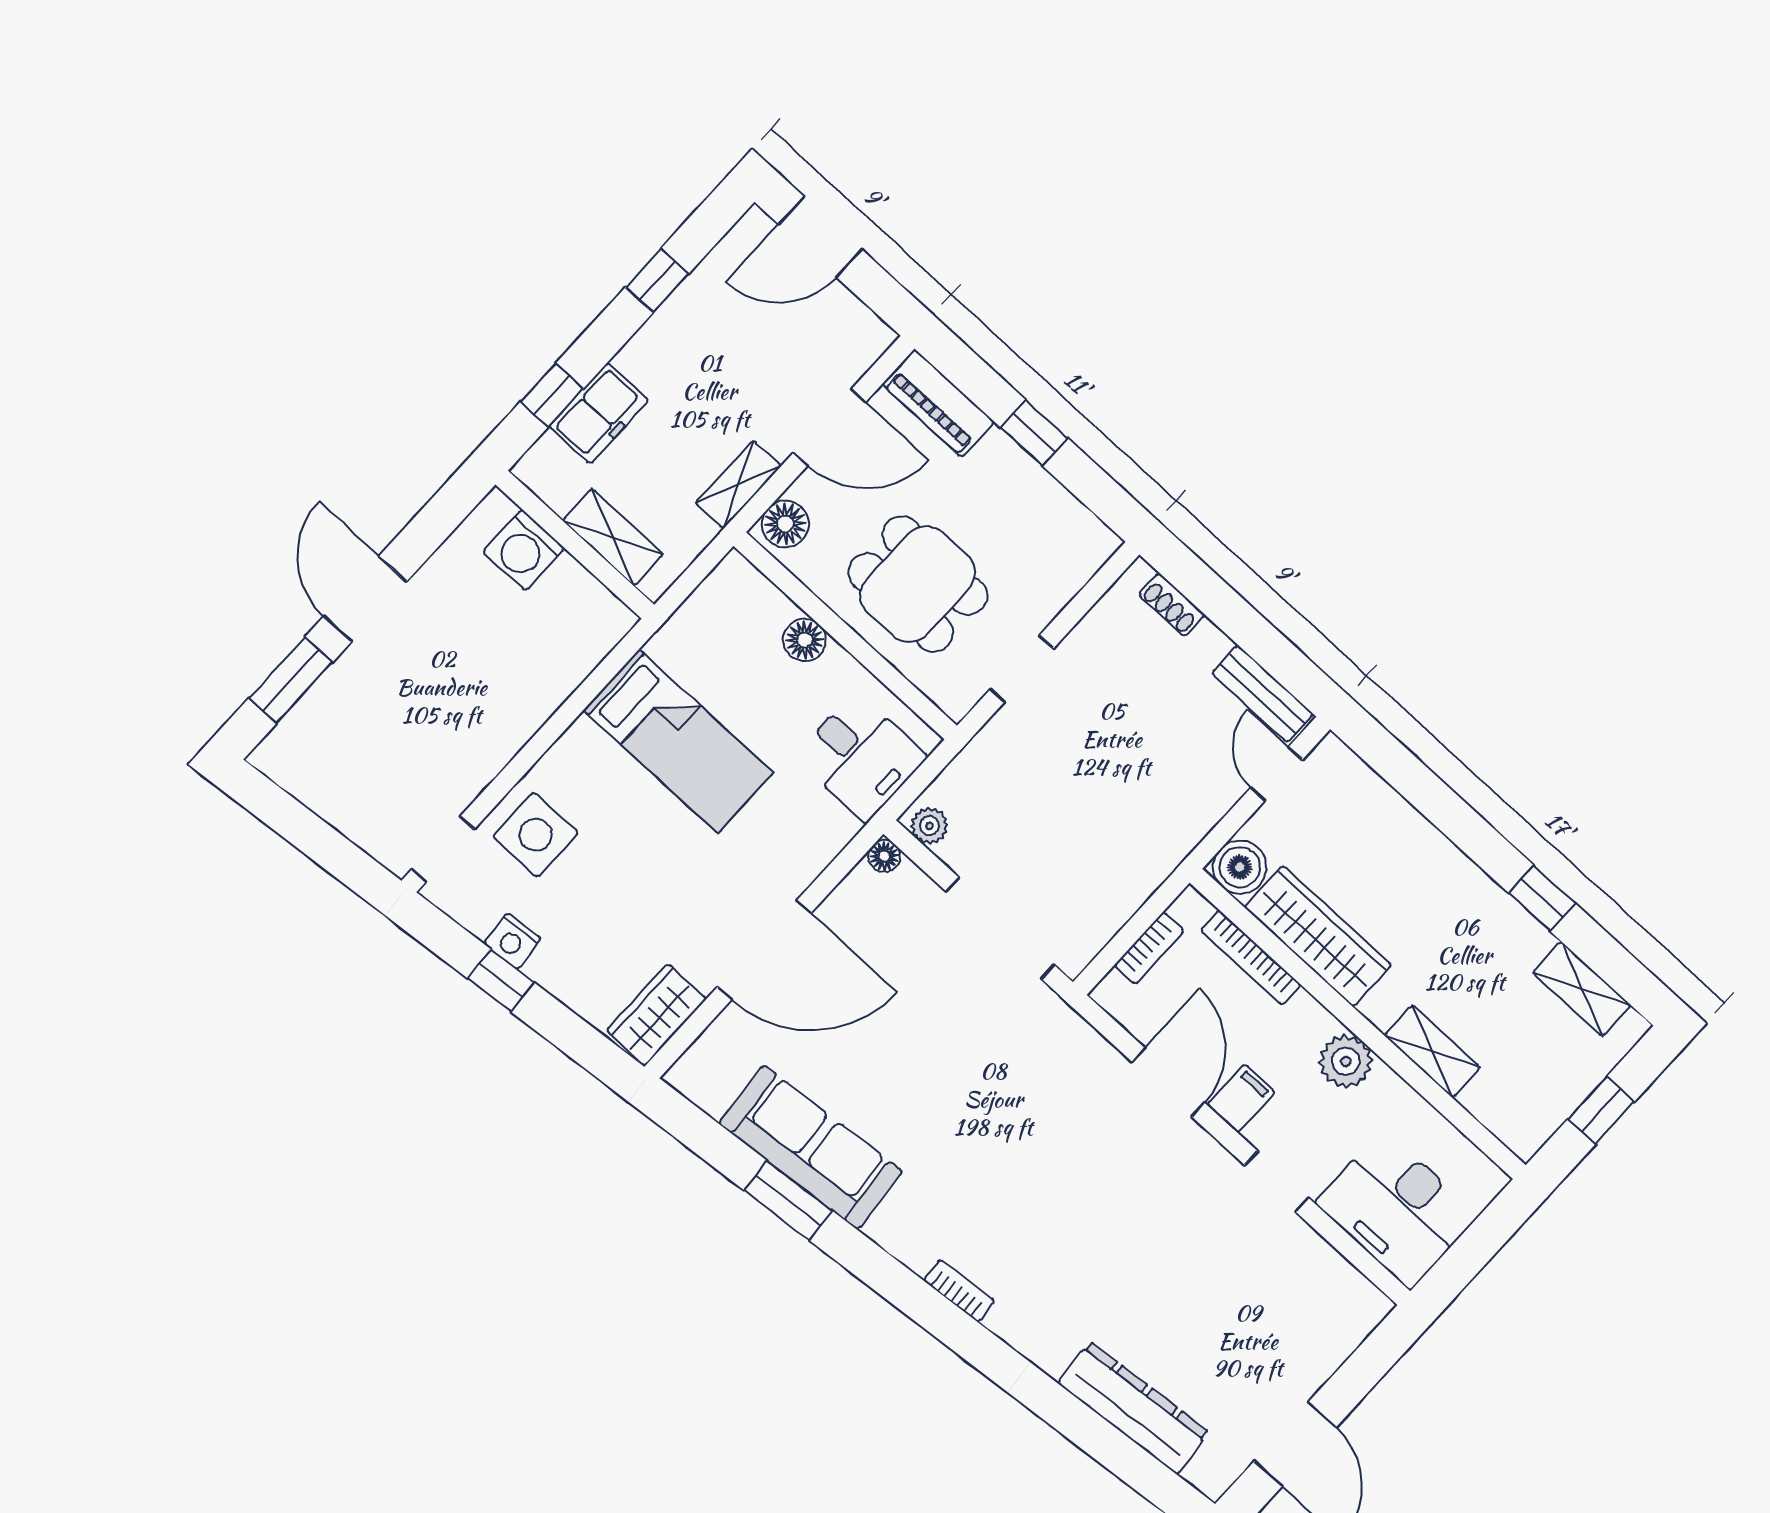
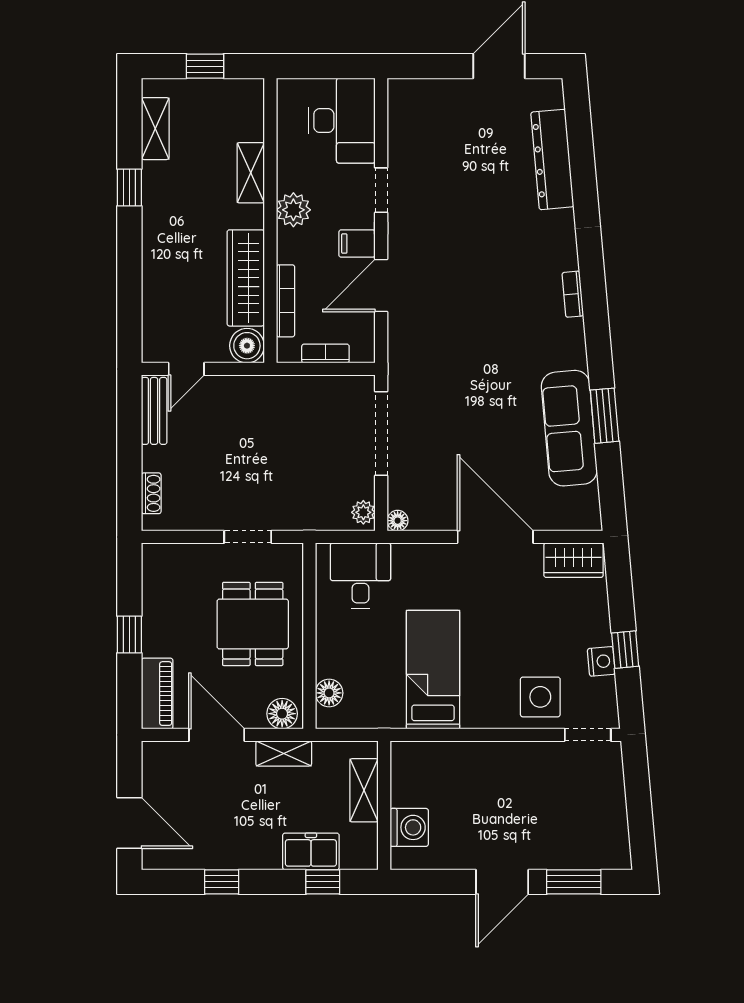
floor lamp: (805, 640) -> (329, 693), moved

